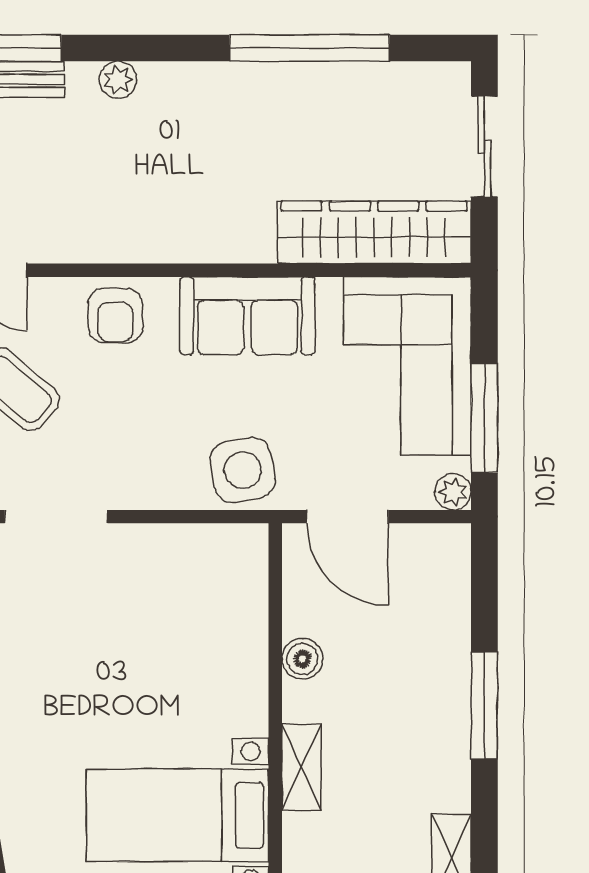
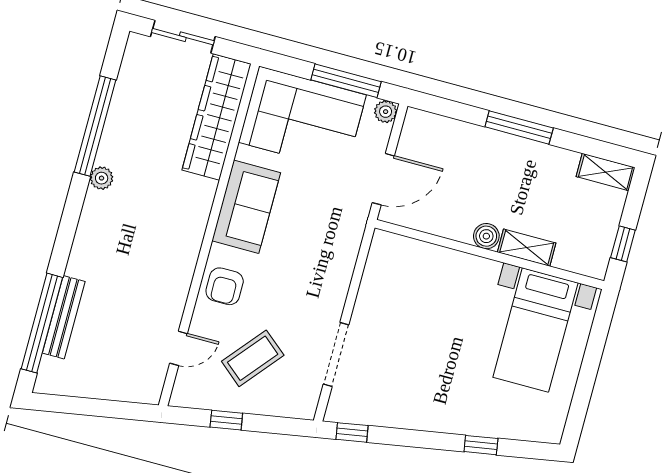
plant: (118, 80) -> (102, 178), moved
armchair: (115, 316) -> (225, 286), turned 90
side table: (243, 470) -> (338, 235), removed
boiler: (302, 659) -> (486, 236), moved

